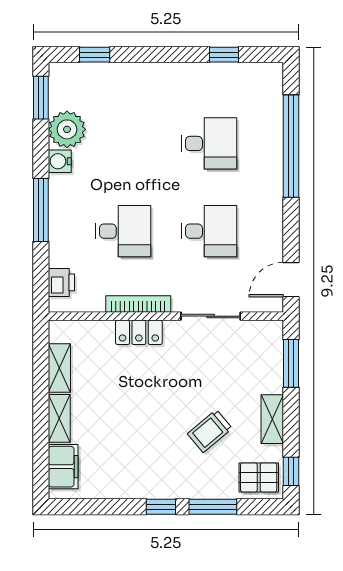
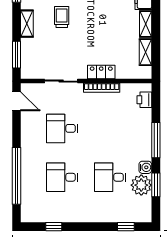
window: (41, 98) -> (156, 185), moved
desk: (123, 231) -> (110, 177), moved
door: (291, 280) -> (16, 101), hinge flipped
trolley: (210, 431) -> (62, 17), turned -50

